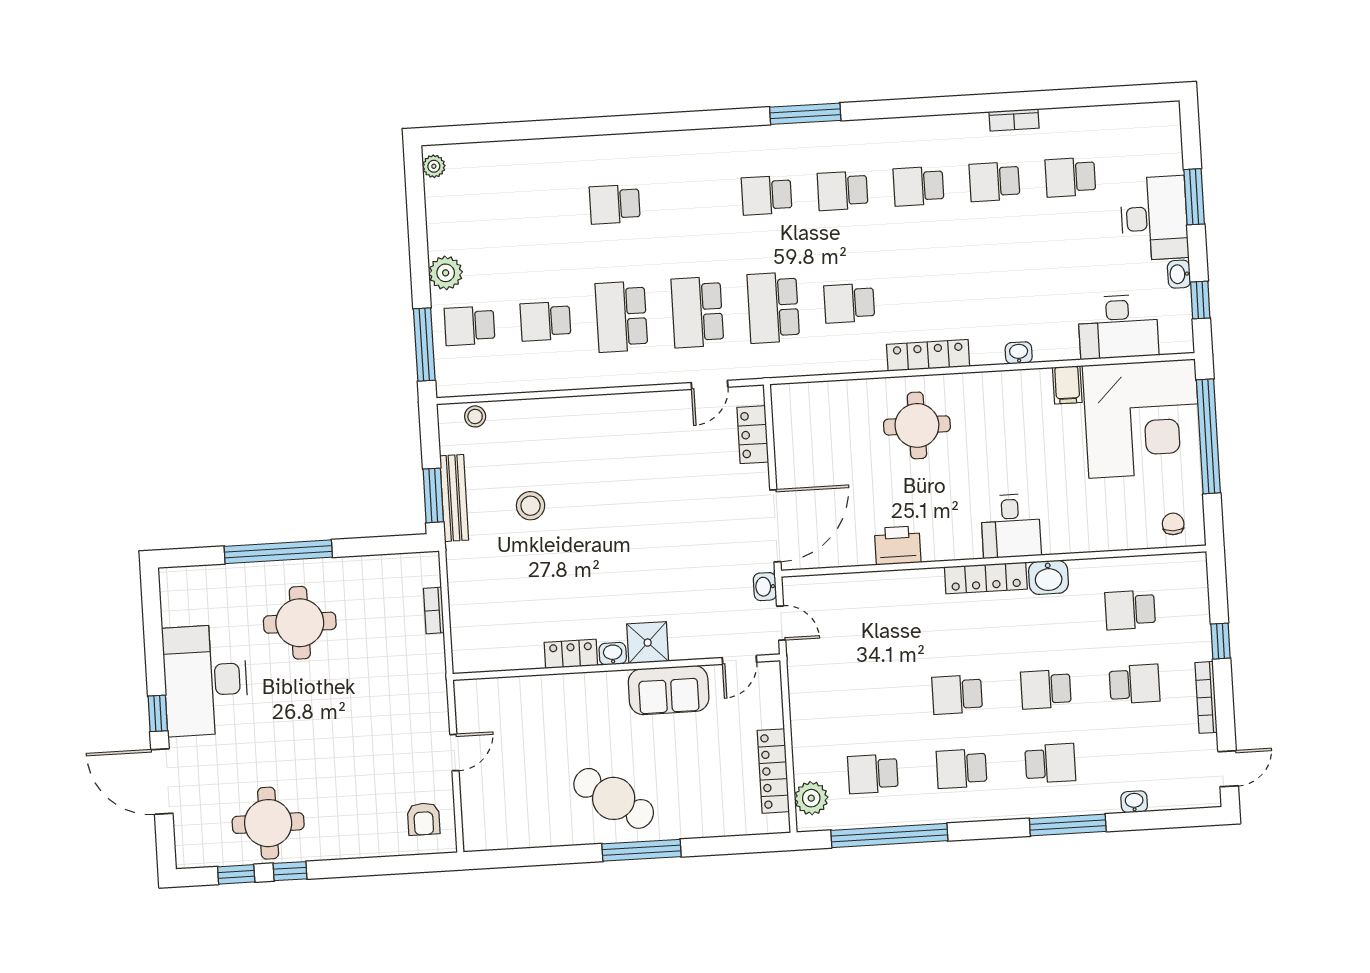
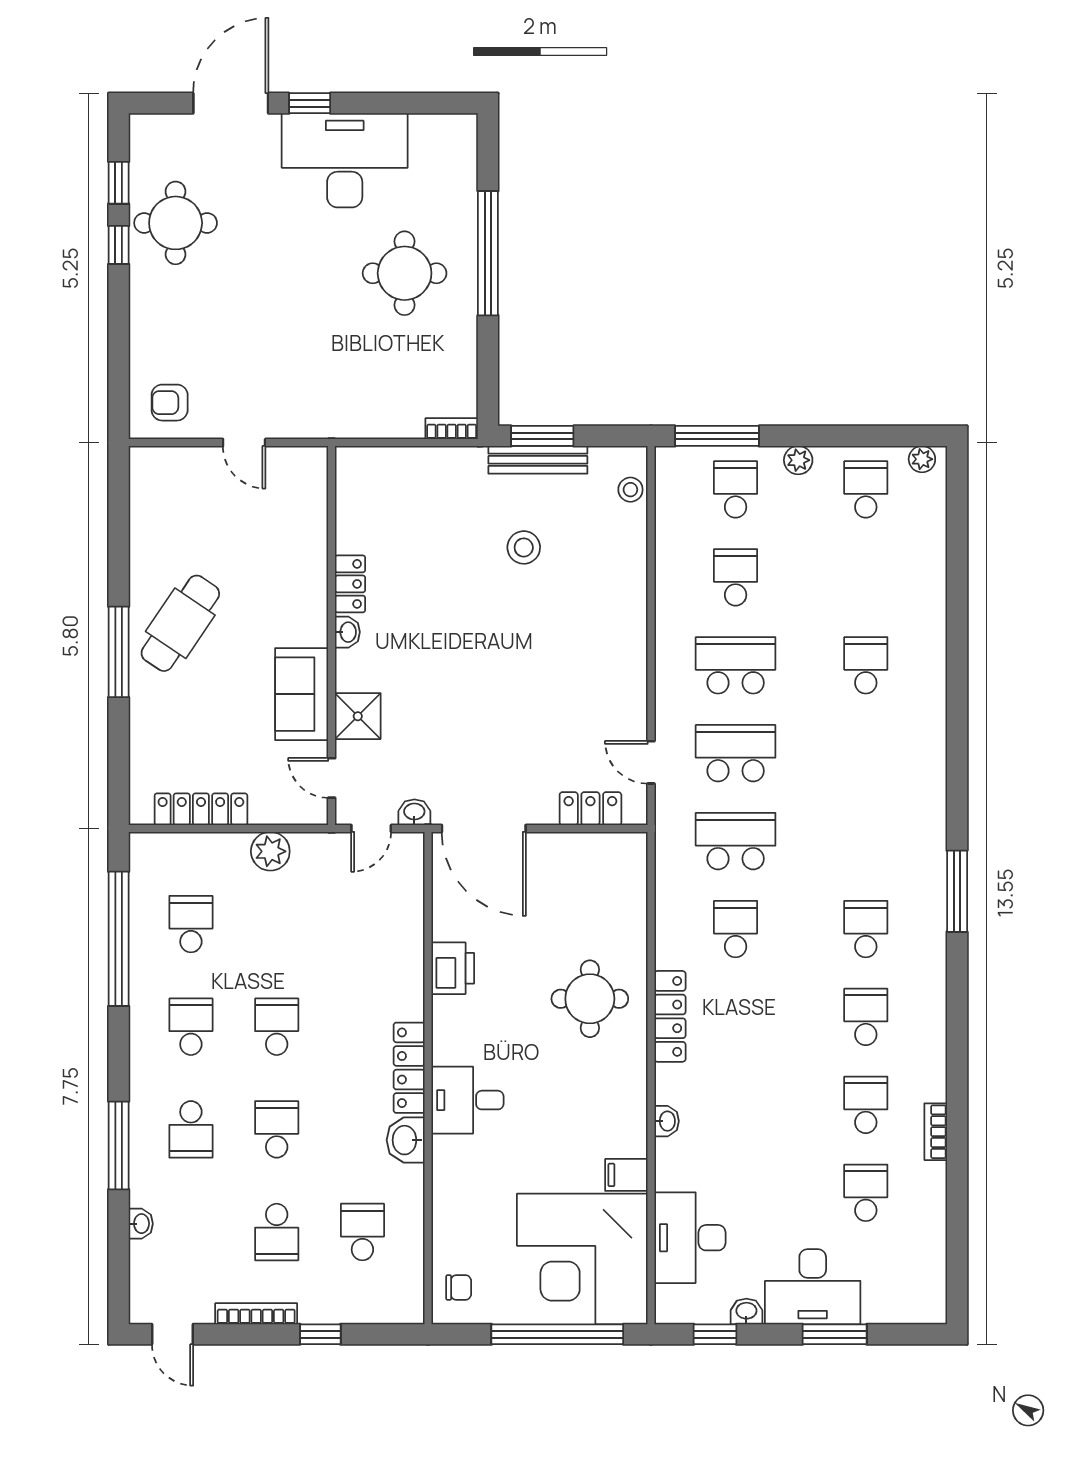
school desk: (767, 195) -> (866, 489), moved
plant: (446, 273) -> (798, 460), width x0.73, depth x0.73
bookcase: (434, 611) -> (452, 429), moved
shower: (648, 643) -> (358, 716), moved
plant: (811, 798) -> (270, 851), moved

